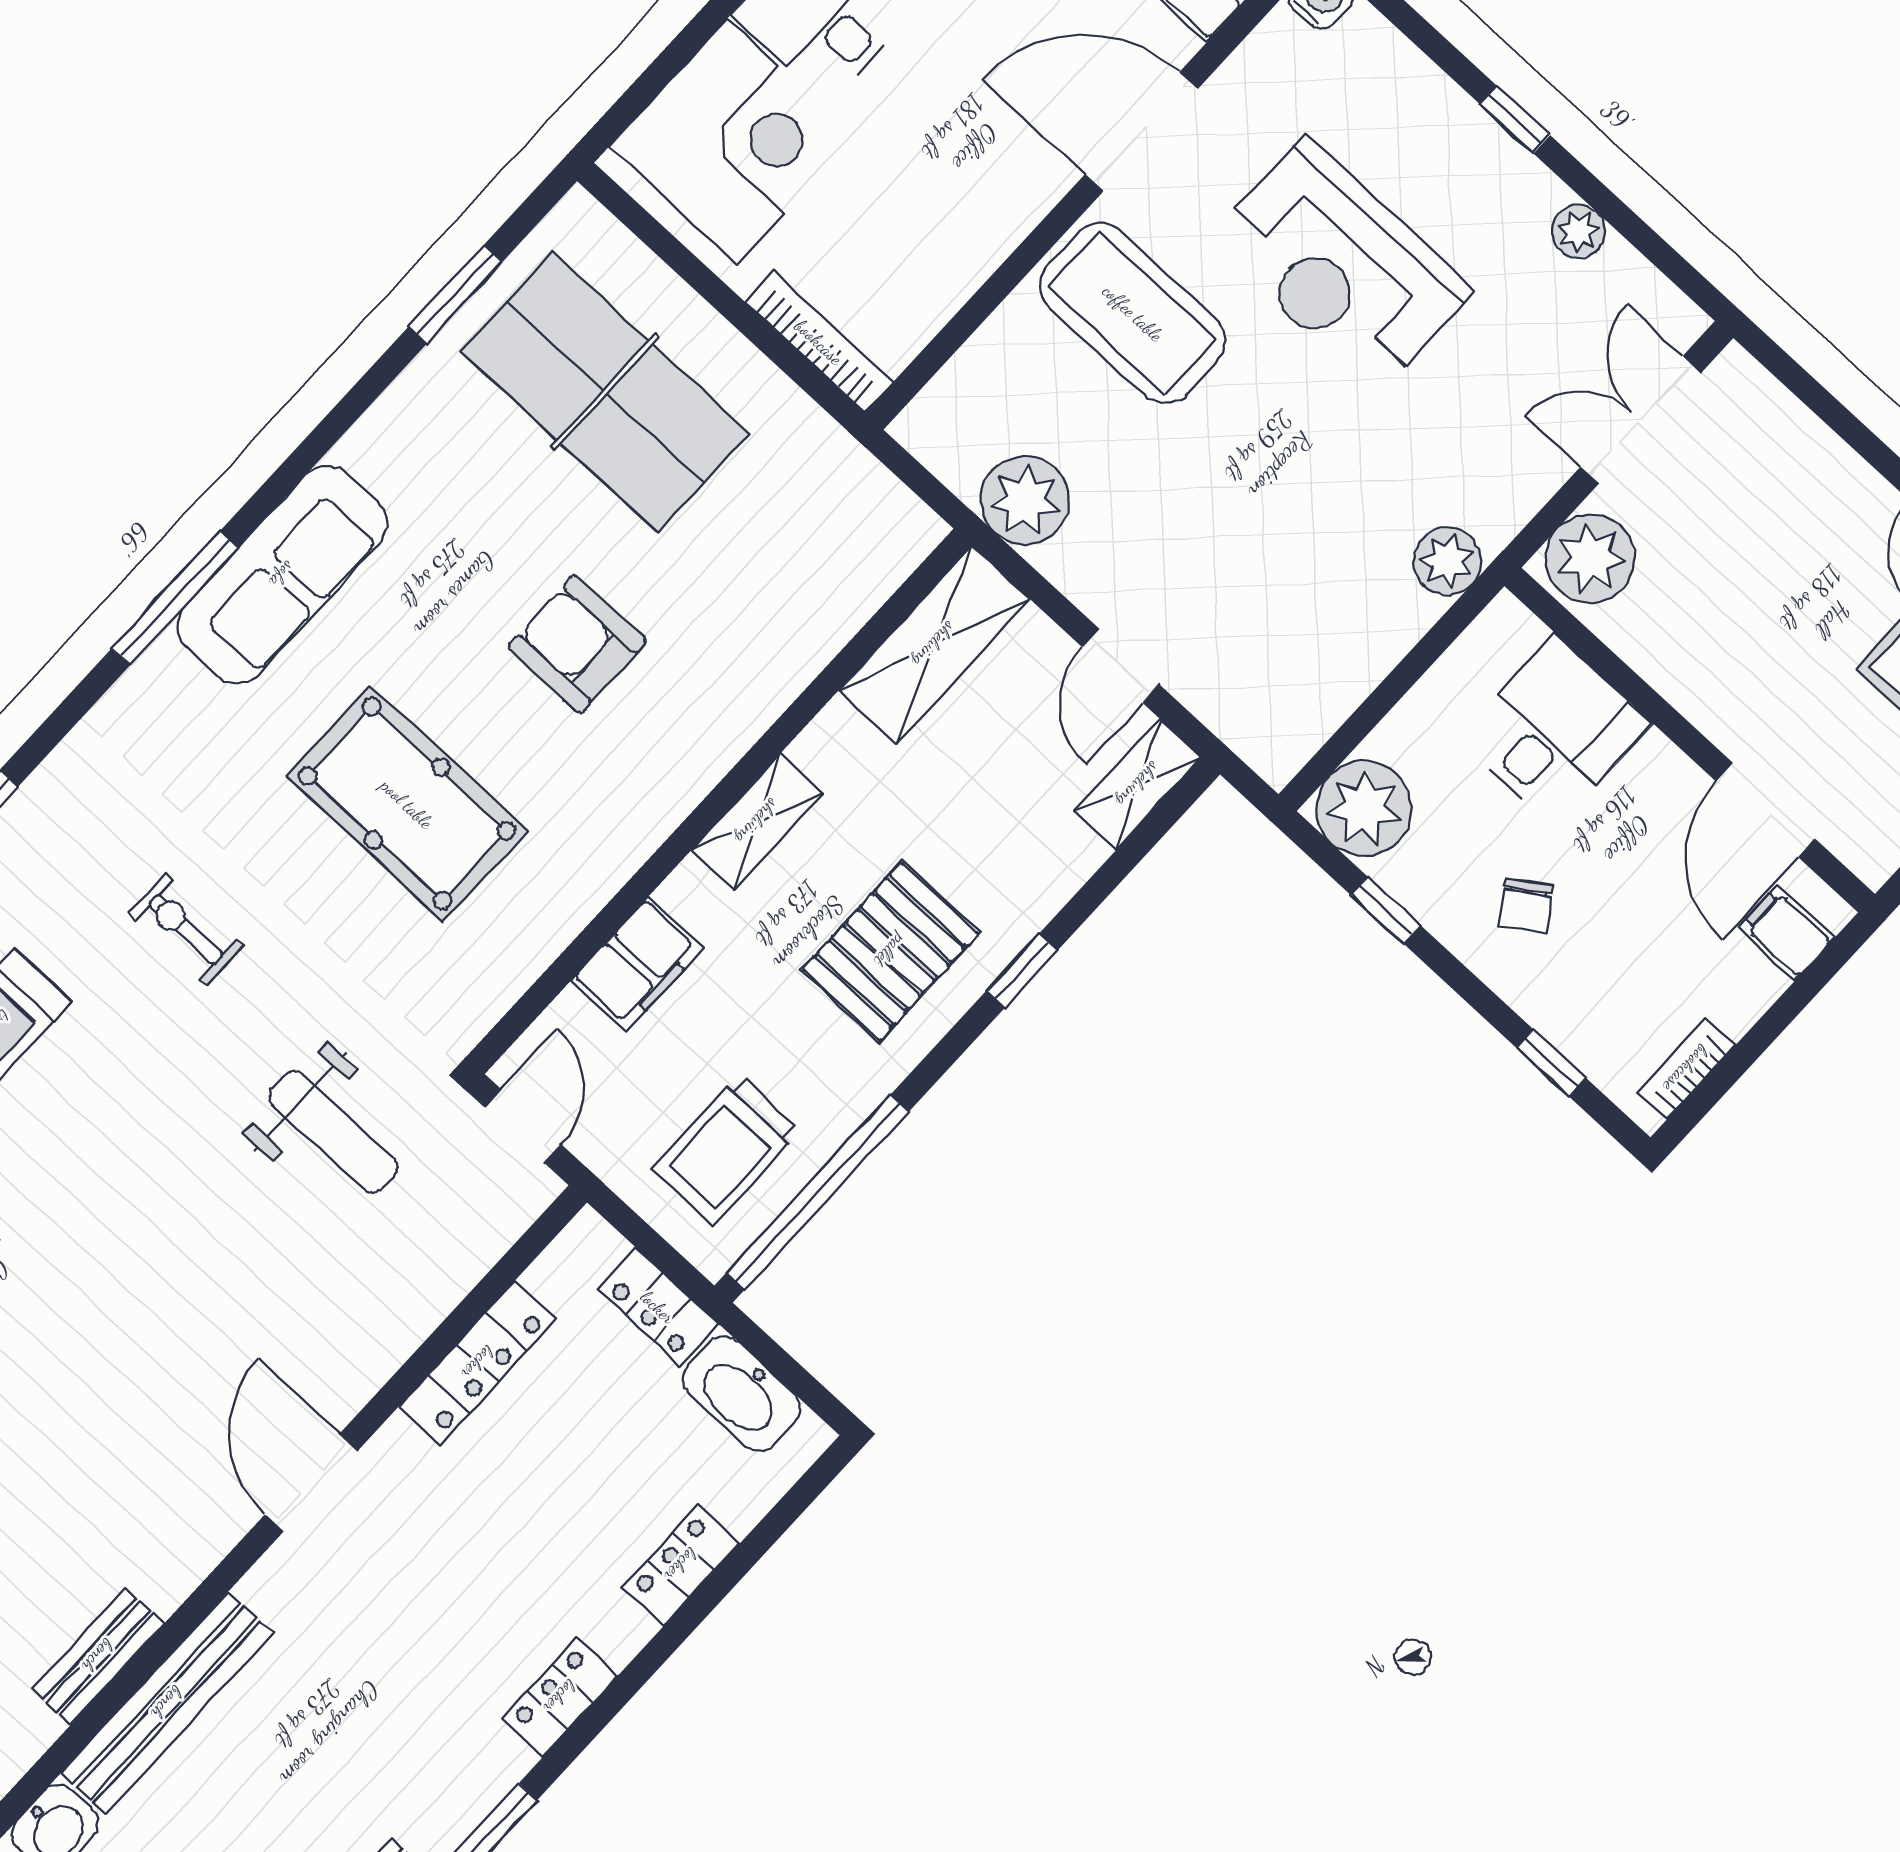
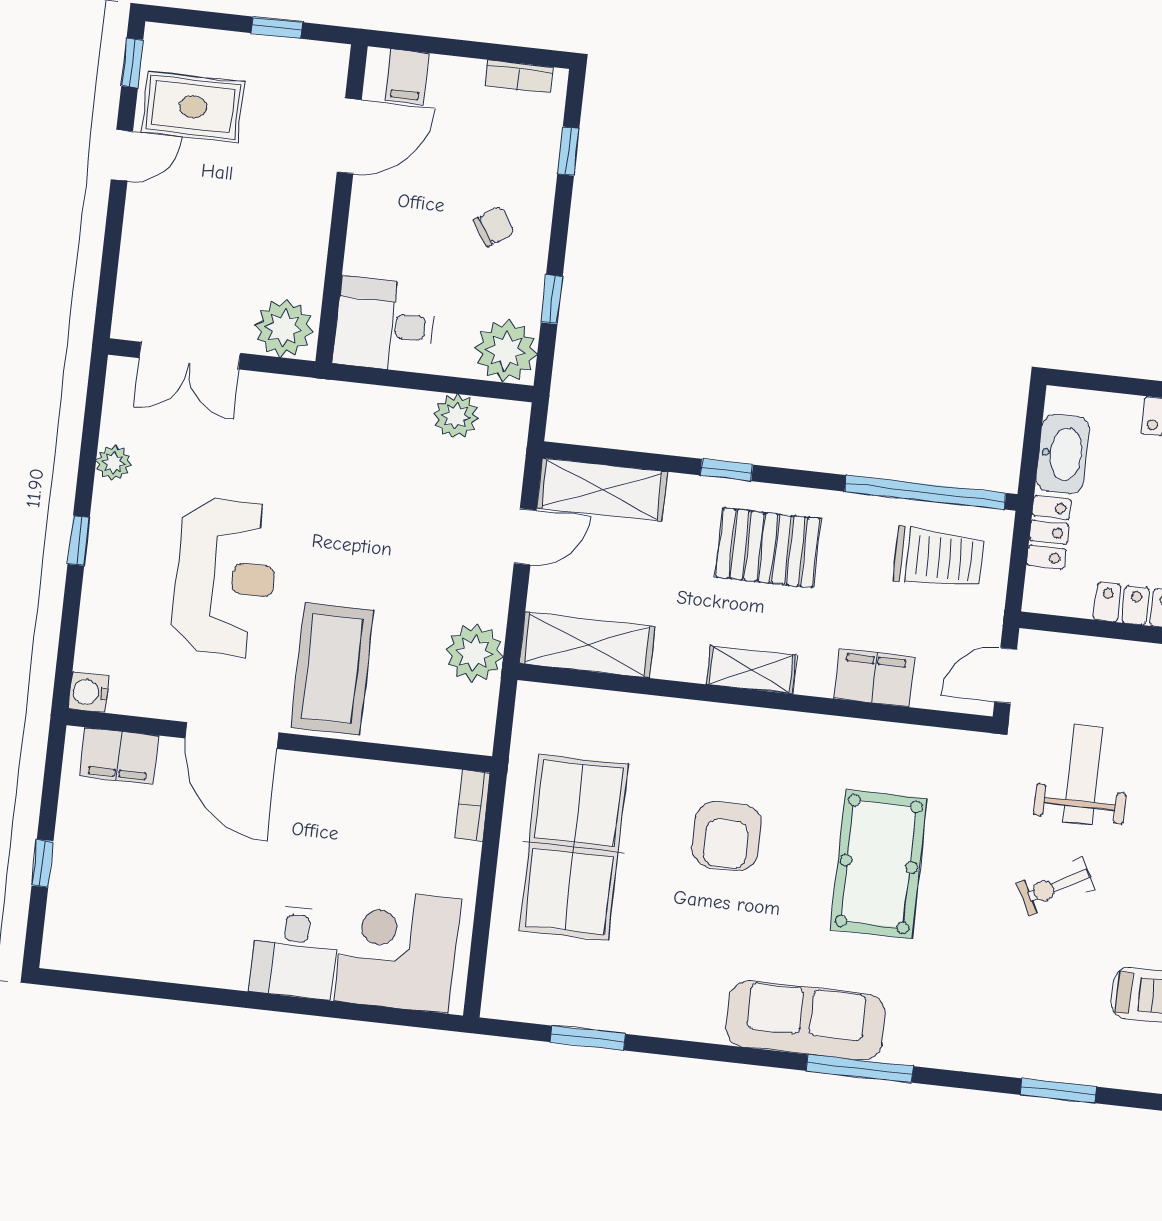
bookcase: (819, 342) -> (473, 806), width x0.64
table tennis table: (605, 392) -> (574, 847), moved
plant: (1447, 561) -> (456, 416), moved
desk: (1555, 731) -> (385, 324), moved
shelving: (1138, 785) -> (602, 490), width x1.50, depth x1.33
exercise bike: (186, 929) -> (1056, 886), moved, turned 62

